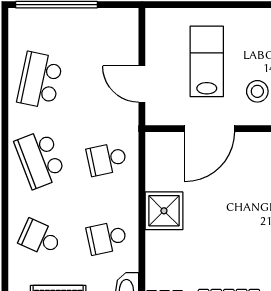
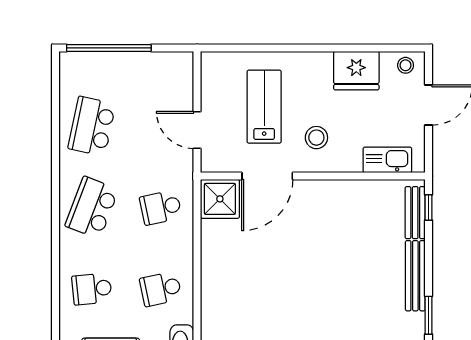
school desk: (40, 159) -> (92, 208), turned 42
shower: (164, 211) -> (220, 199), moved
school desk: (40, 238) -> (92, 289), turned -30

